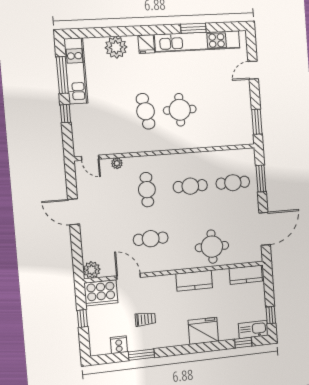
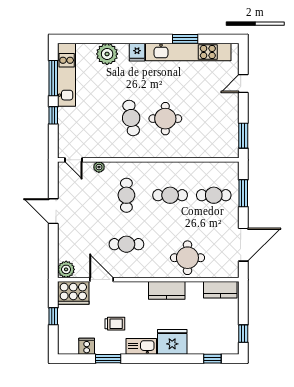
kitchen sink: (253, 330) -> (141, 346), moved

